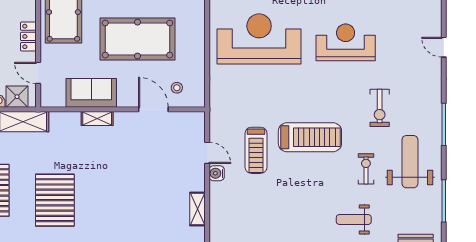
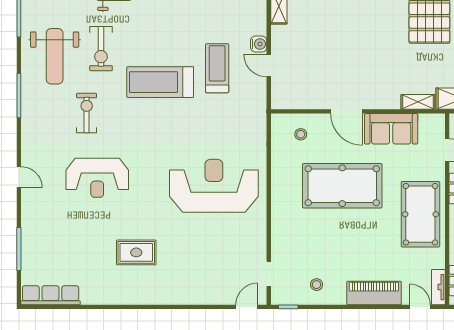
reception desk: (259, 39) -> (214, 186), turned 180
reception desk: (346, 42) -> (97, 178), moved
door: (153, 109) -> (346, 111), moved
shelving: (97, 118) -> (418, 102), moved
exercise bike: (366, 169) -> (101, 49), width x1.38, depth x1.39

